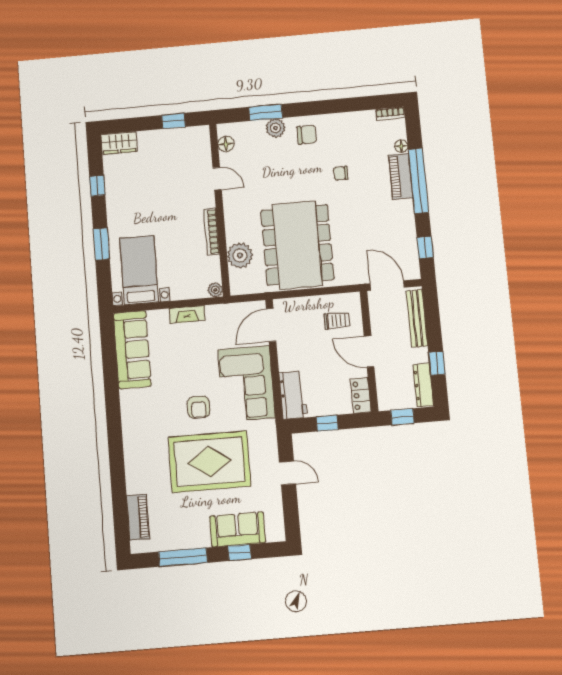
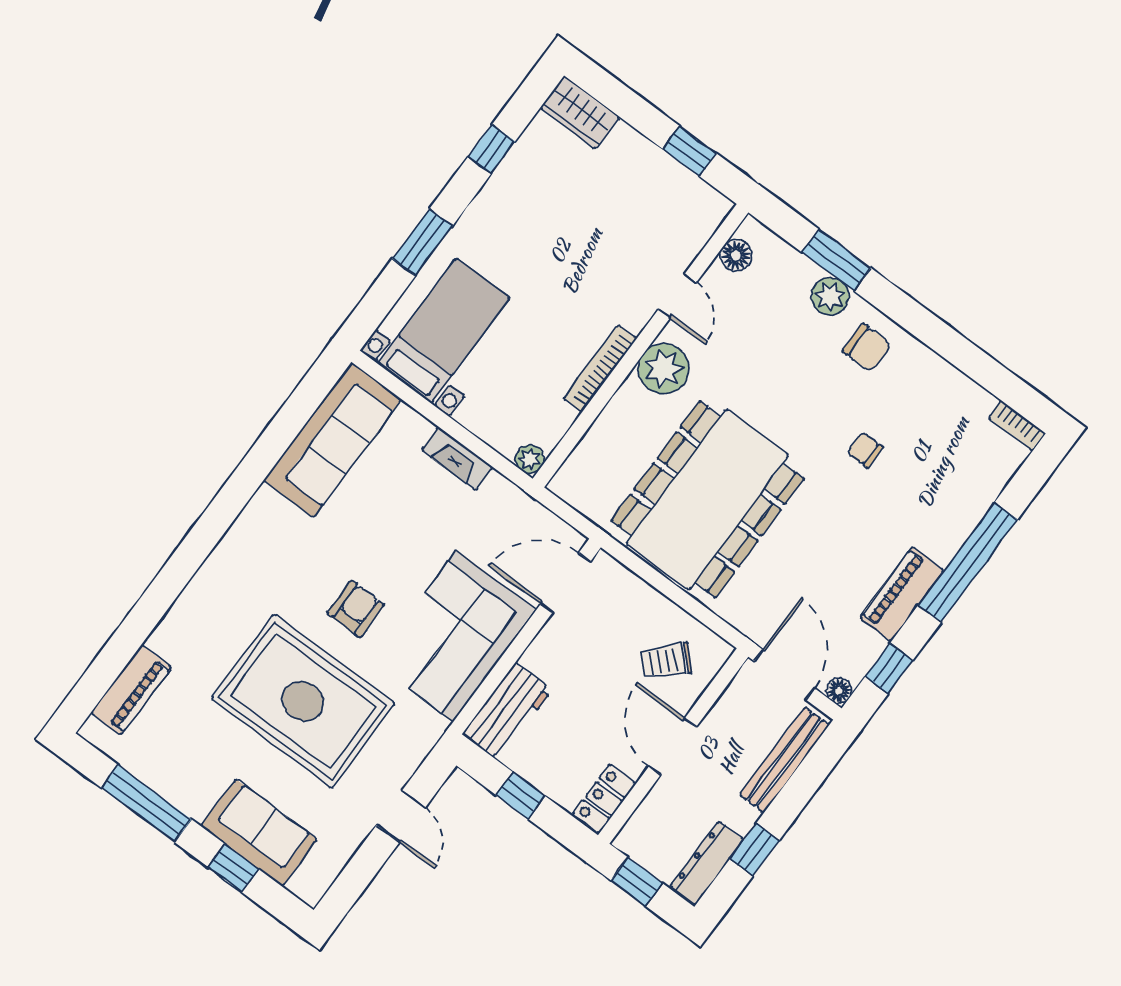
floor lamp: (401, 146) -> (839, 691), moved
piano: (401, 176) -> (902, 594), moved
plant: (240, 256) -> (663, 369), moved
trolley: (337, 321) -> (666, 661), turned 135
armchair: (199, 407) -> (356, 609), turned 180

